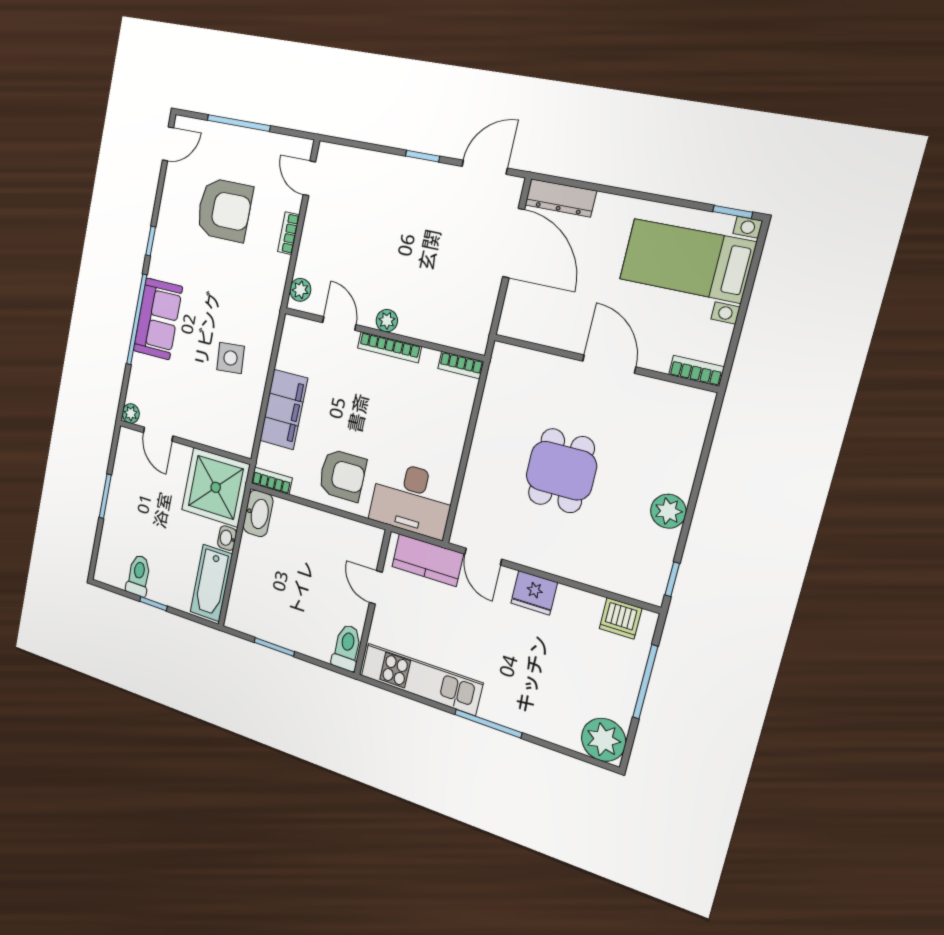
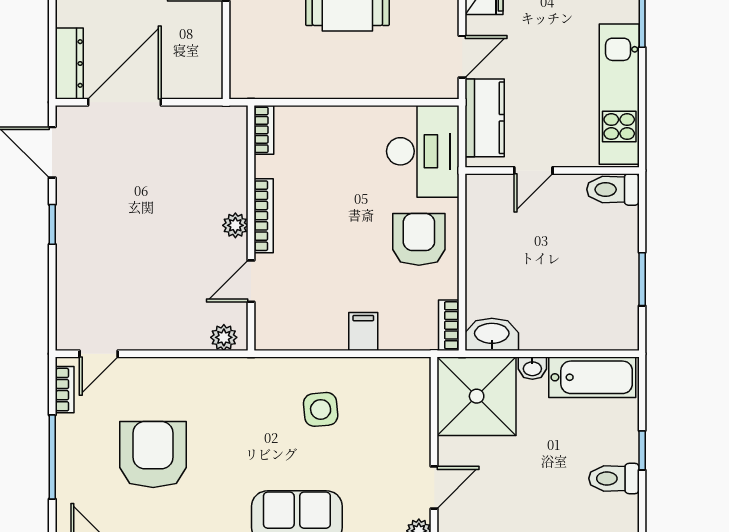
bookcase: (289, 233) -> (65, 390), moved, turned -90
filing cabinet: (284, 409) -> (363, 331), width x0.33, depth x0.86

